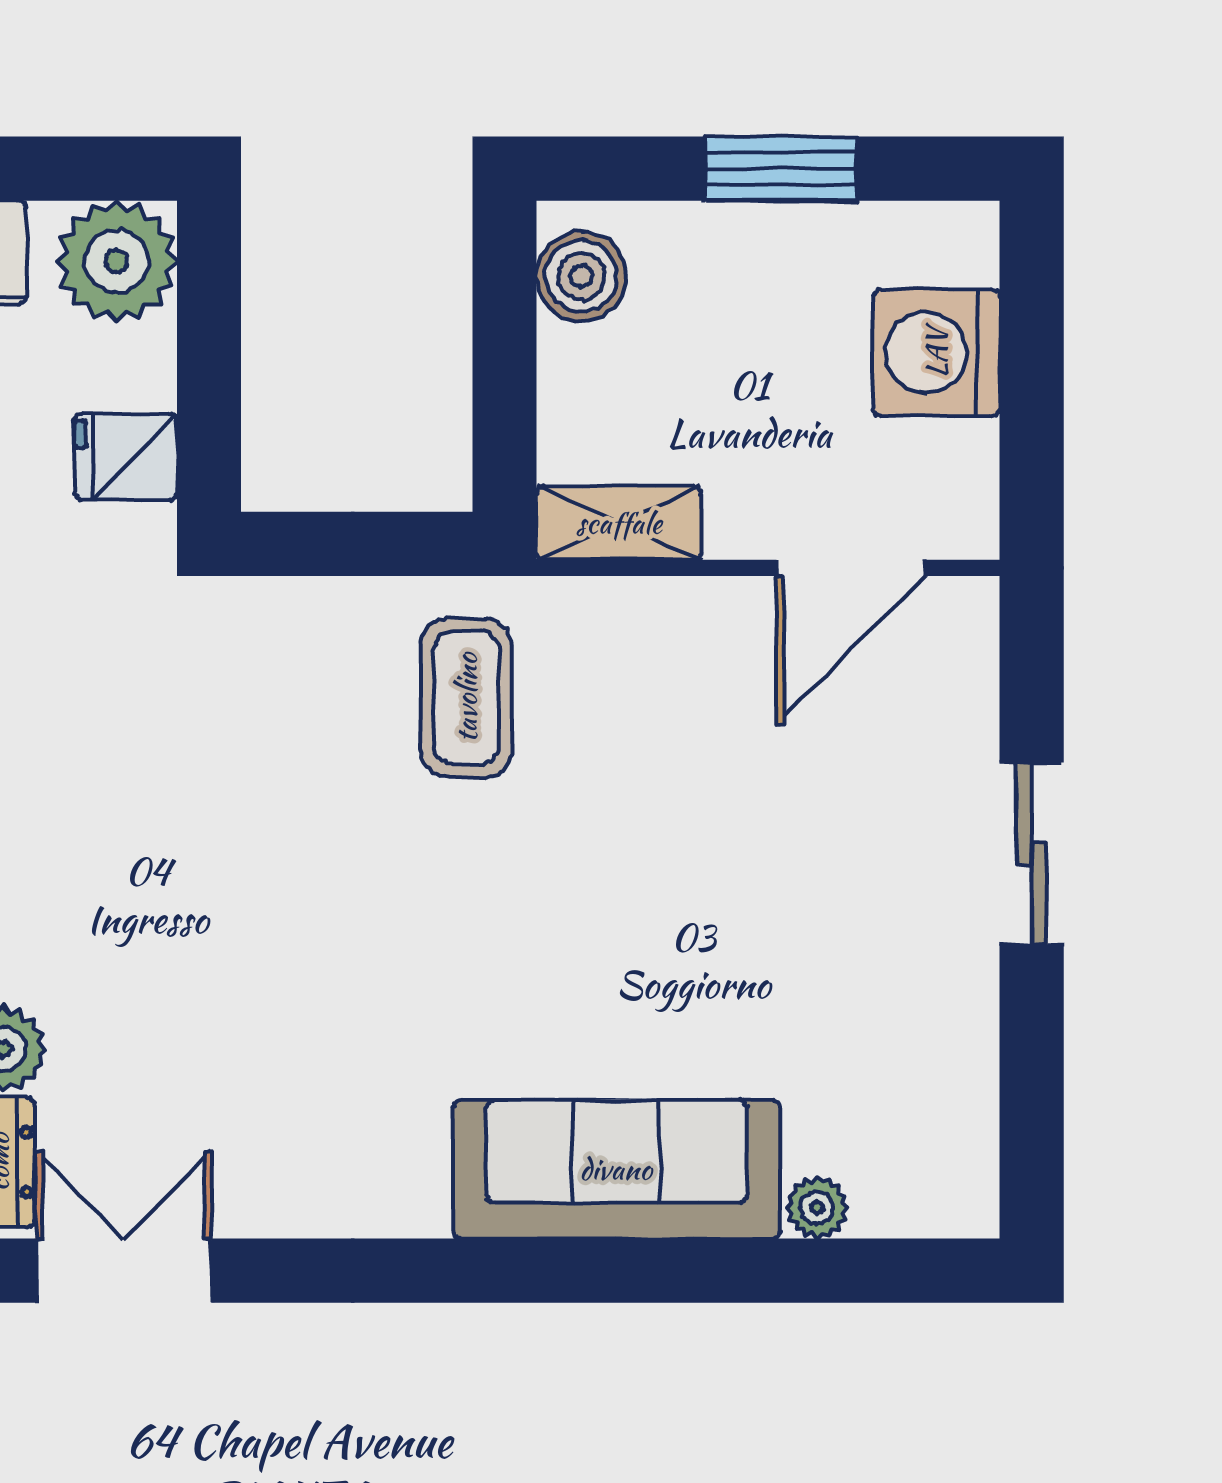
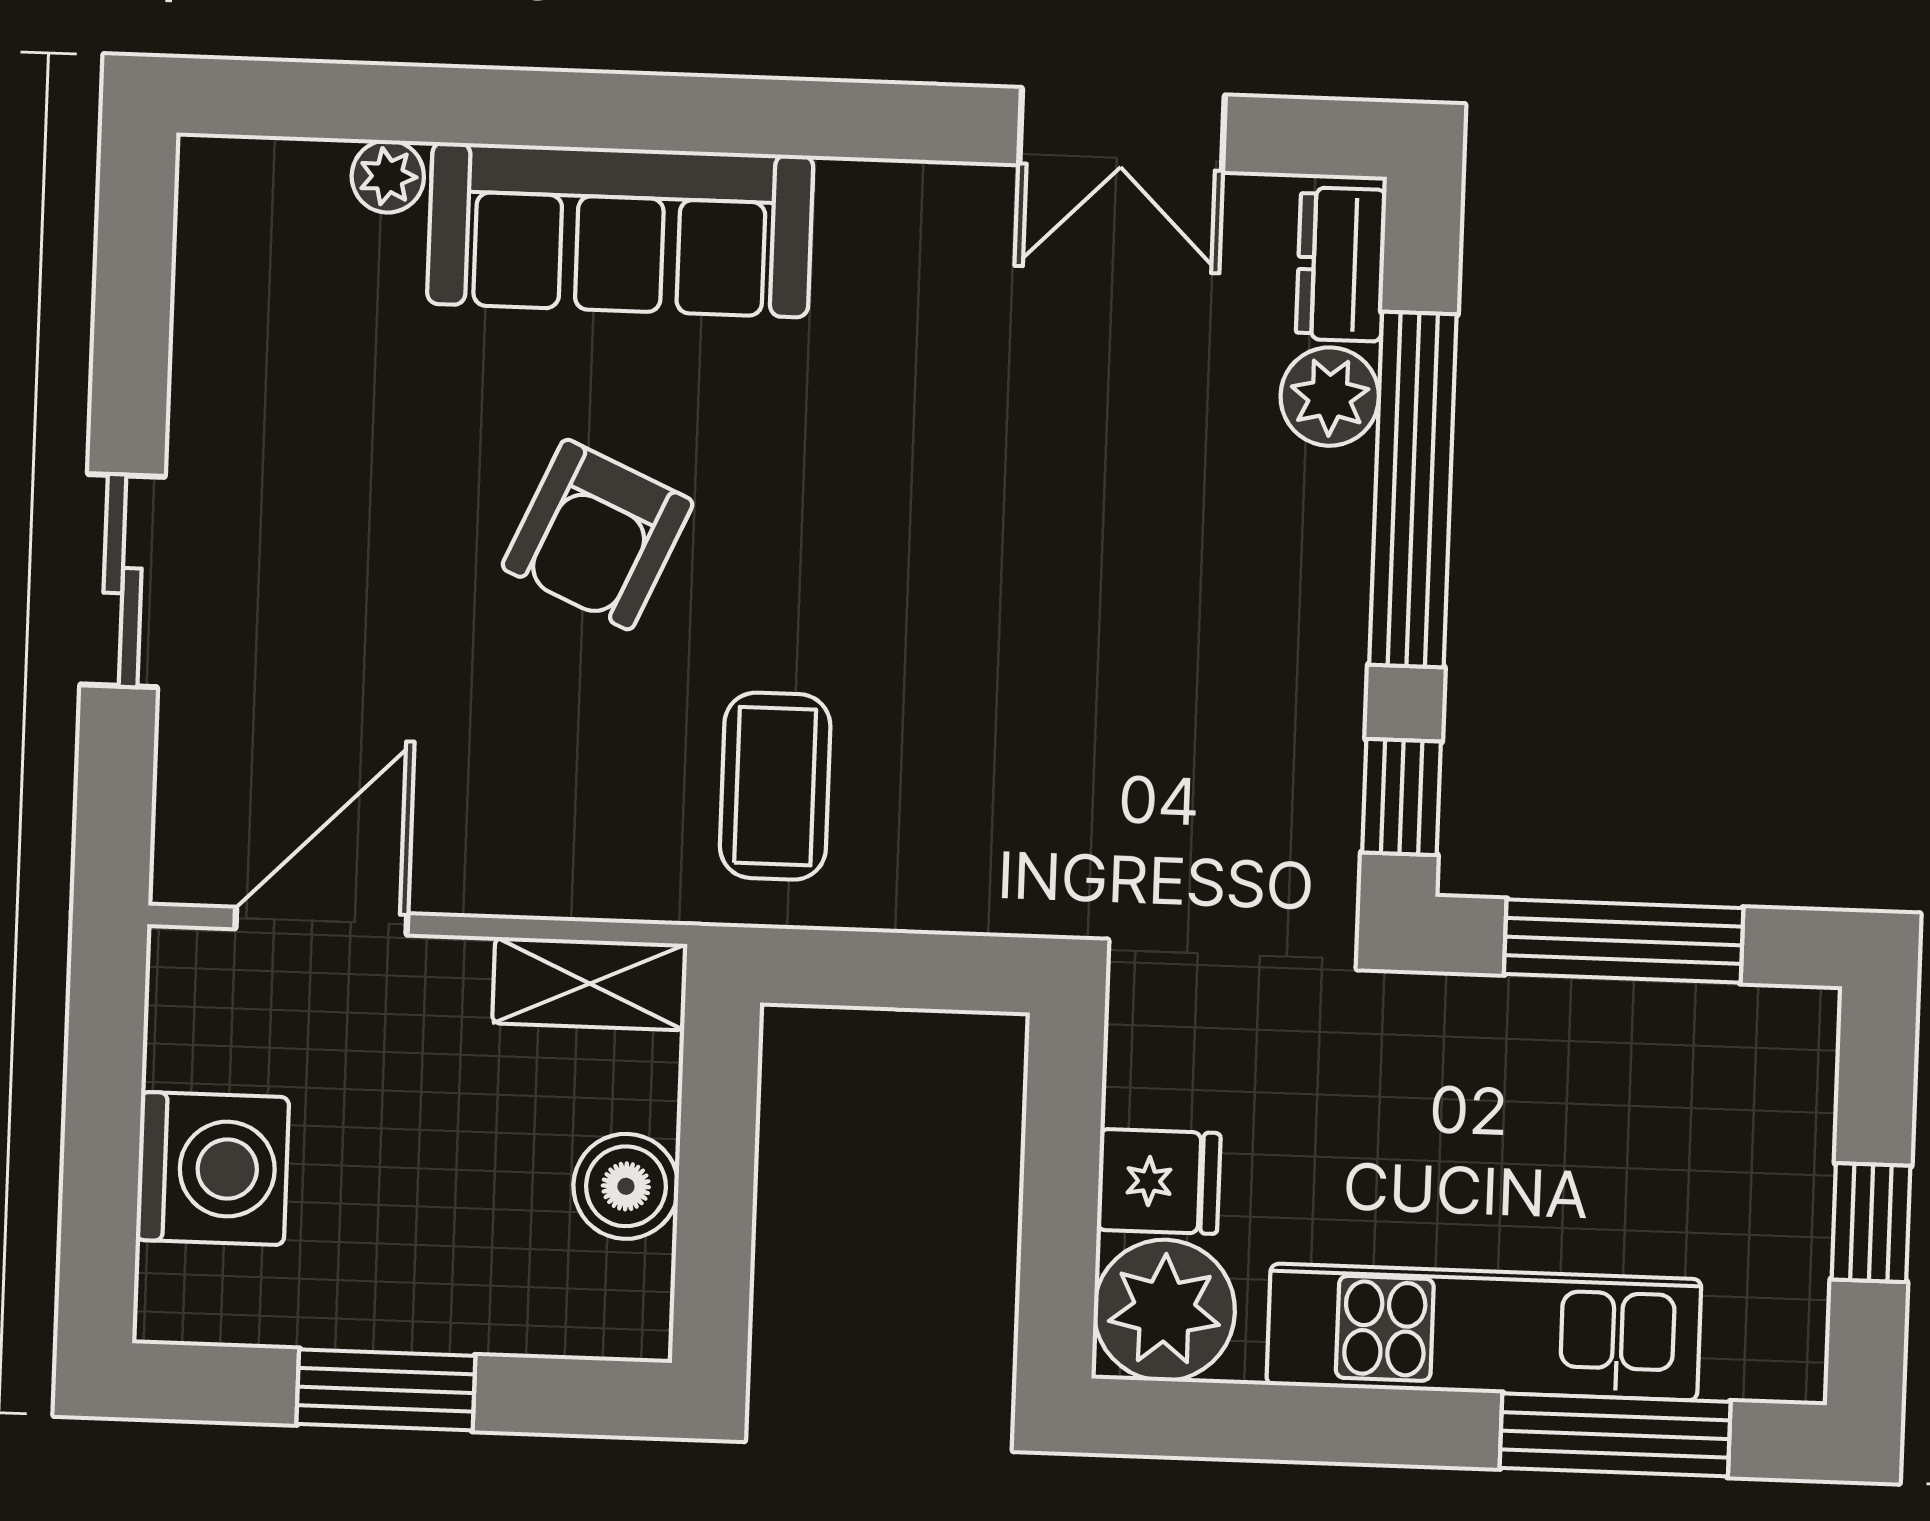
boiler: (581, 276) -> (626, 1186), moved
fridge: (125, 457) -> (1159, 1181), moved
armchair: (626, 908) -> (598, 535), added
double door: (124, 1271) -> (1122, 130), moved

